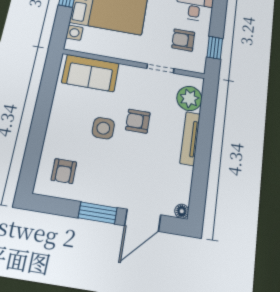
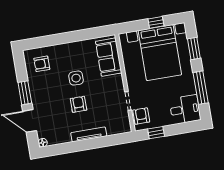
armchair: (183, 40) -> (141, 116), moved
plant: (189, 98) -> (115, 126), removed
armchair: (138, 121) -> (78, 104), moved

